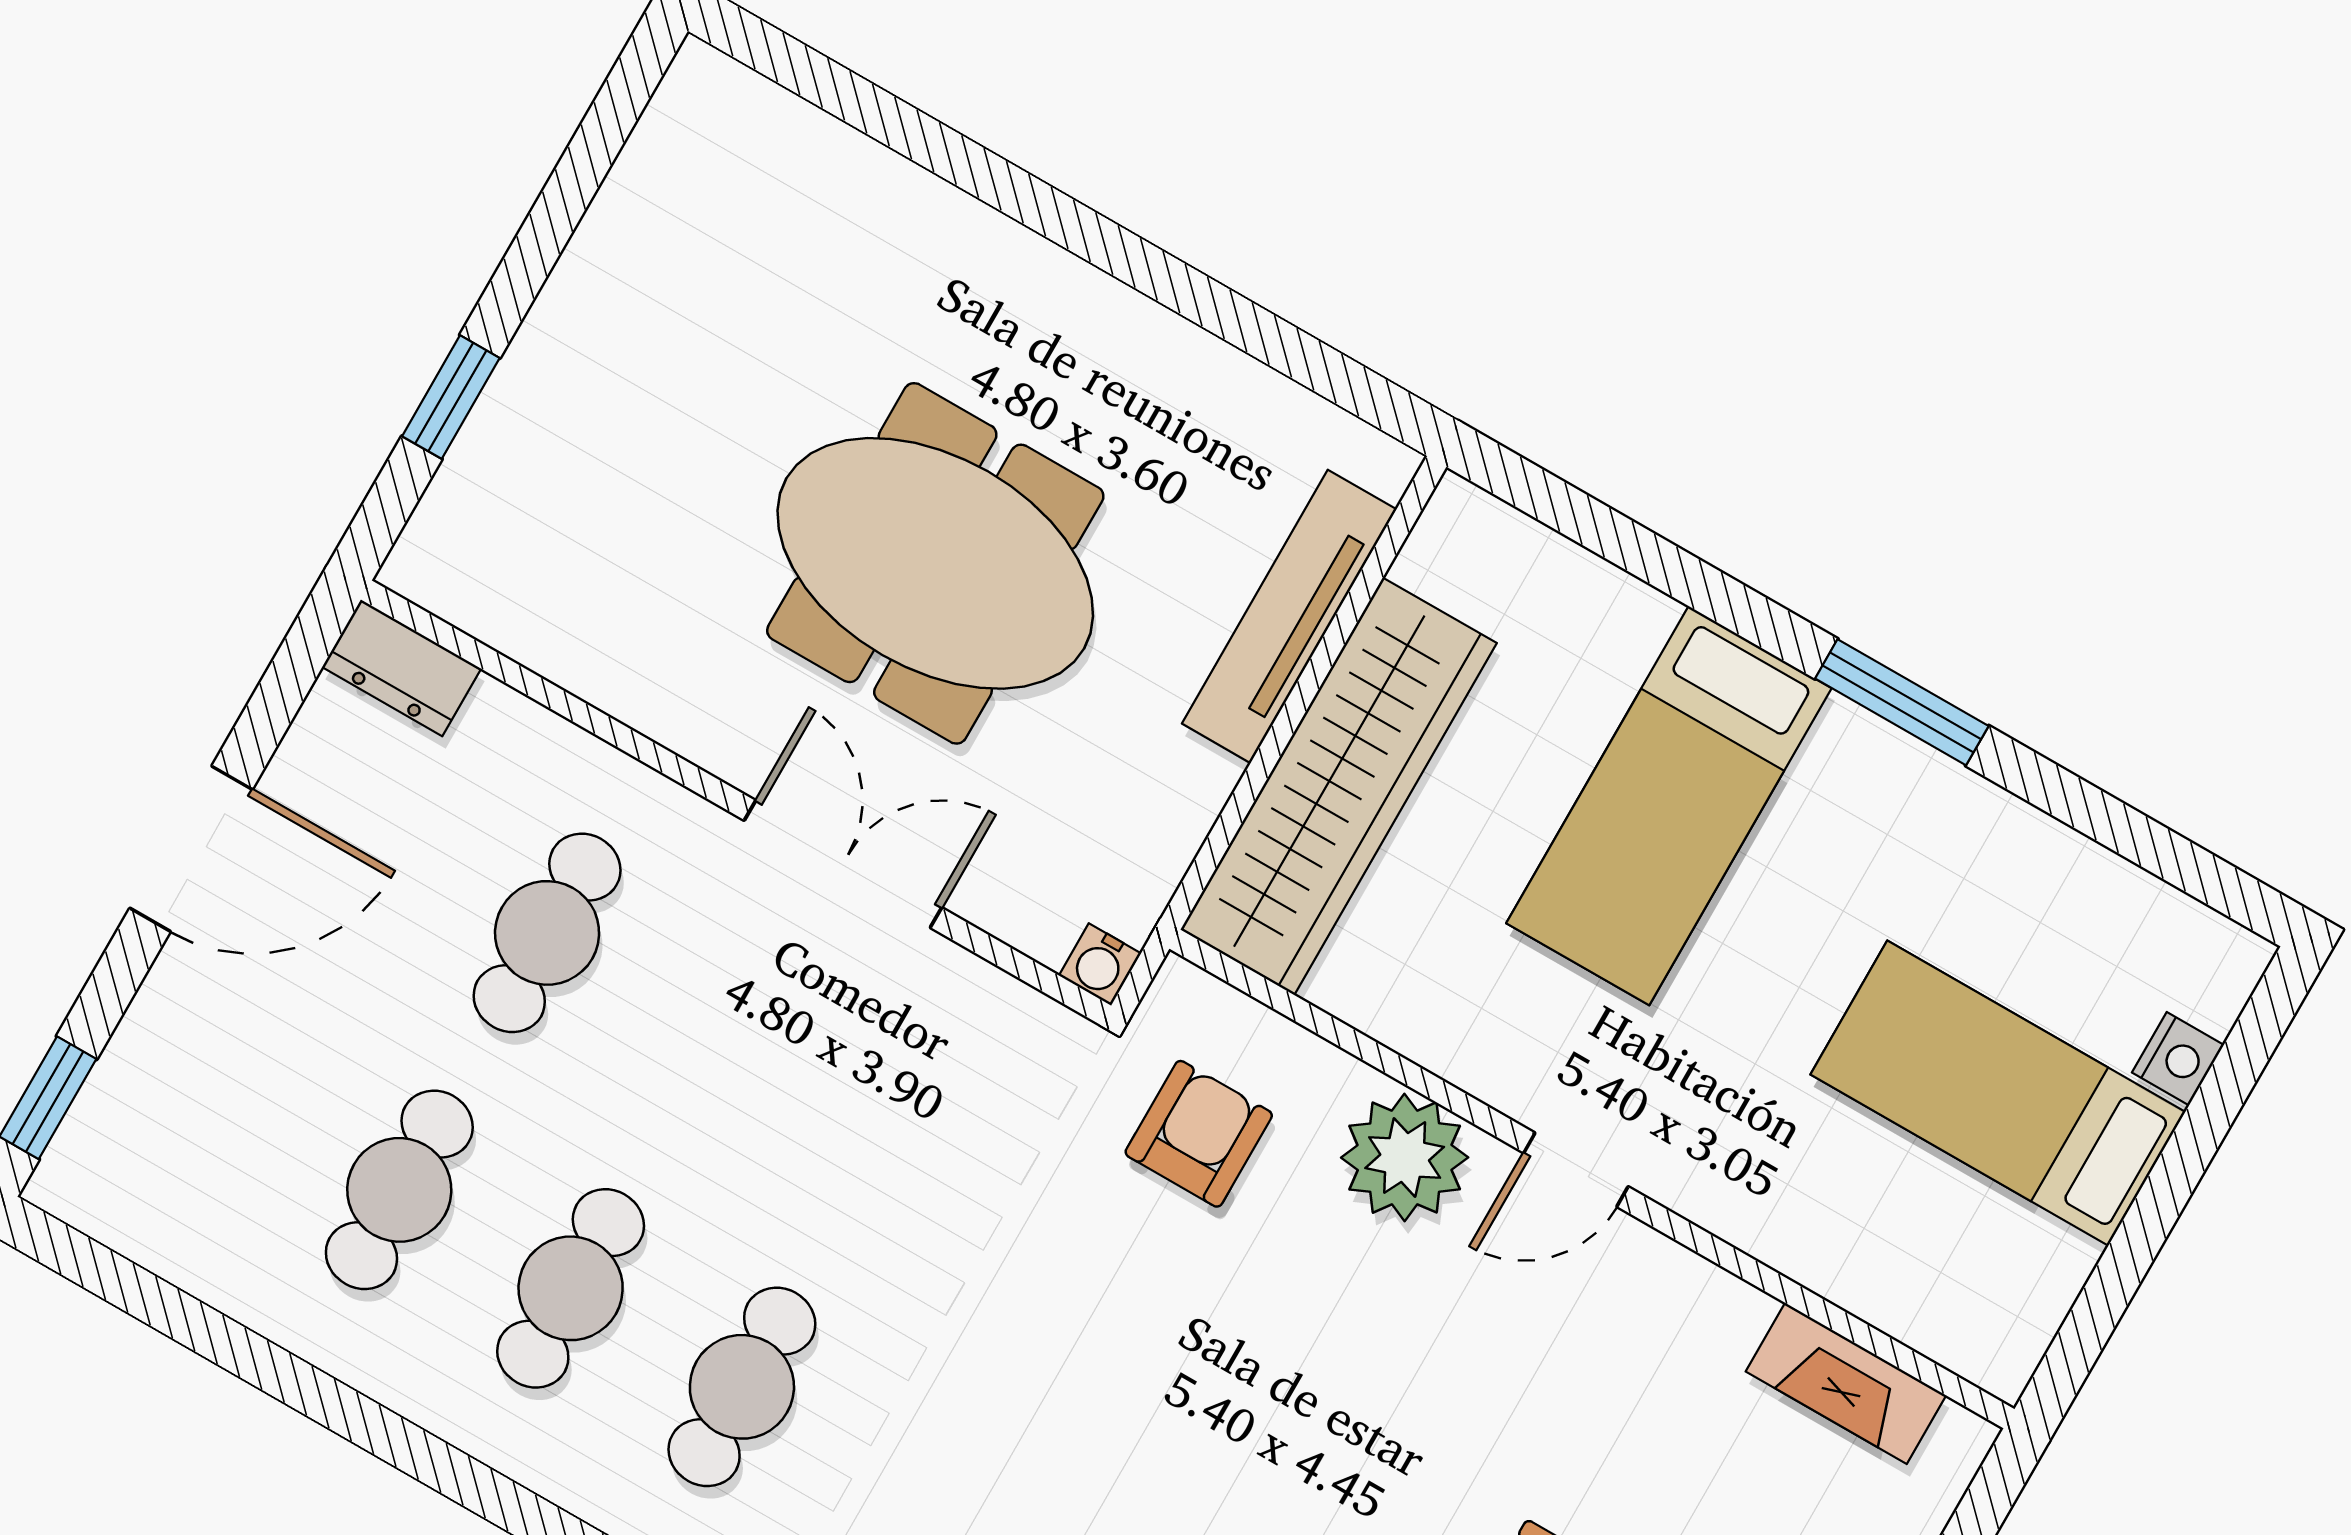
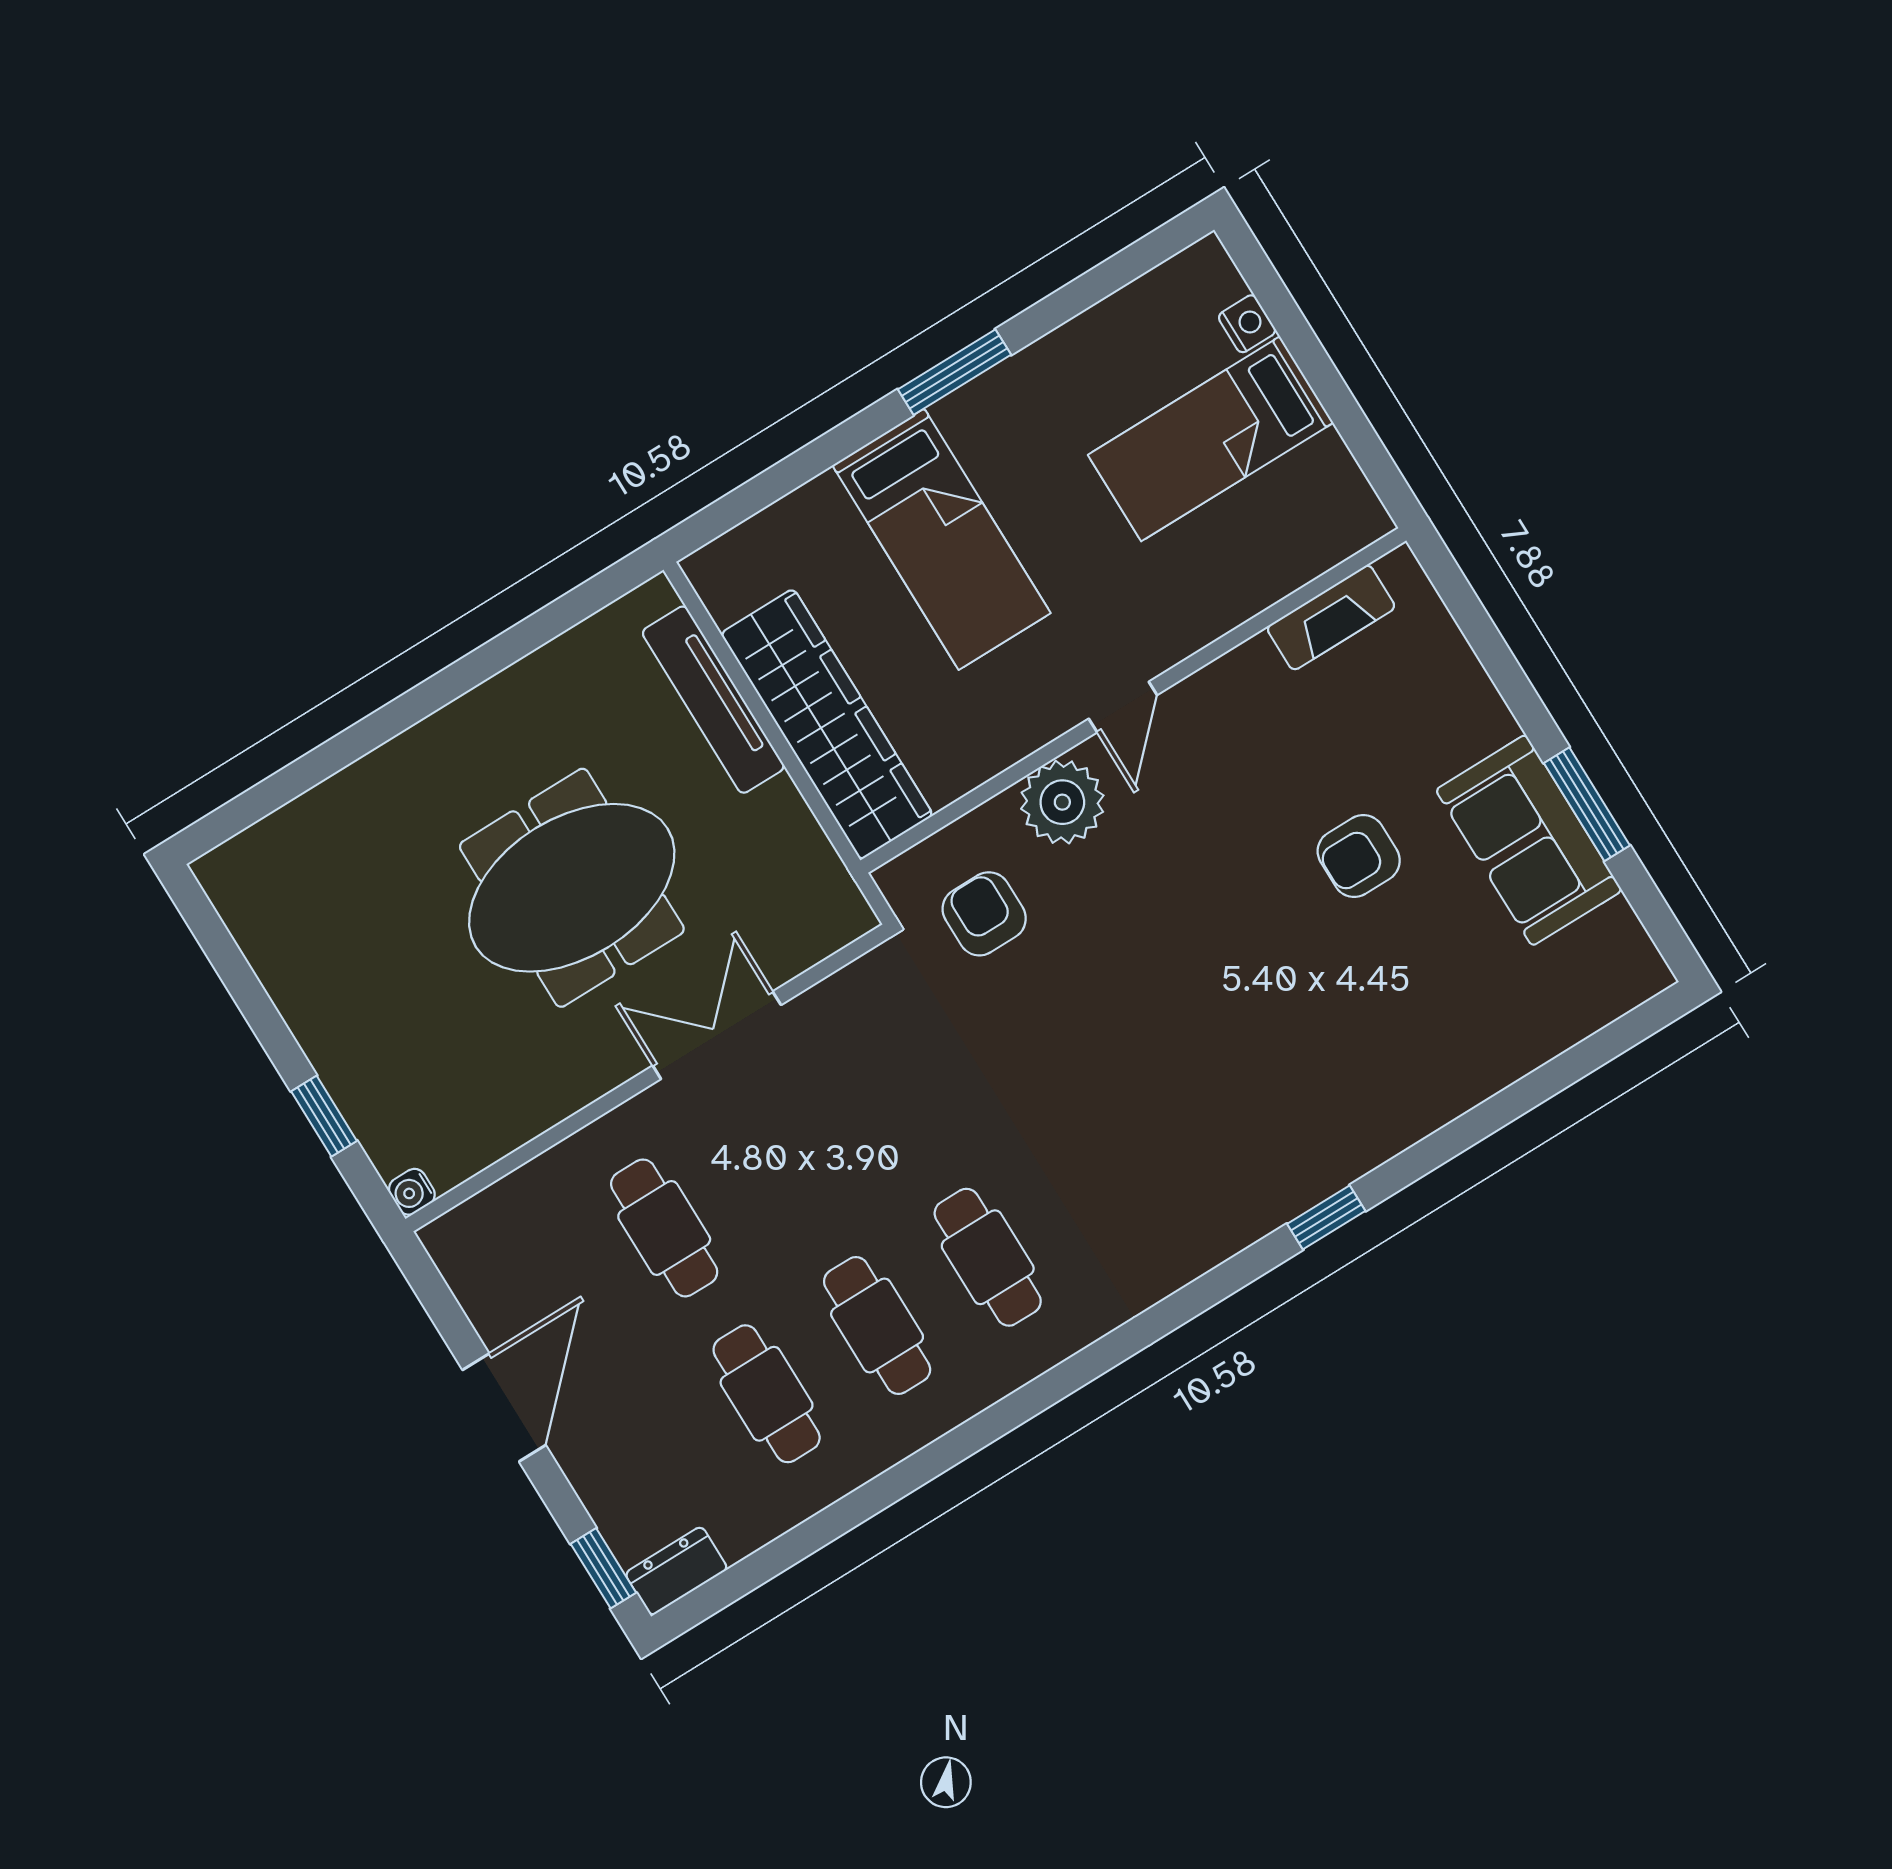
dresser: (402, 668) -> (676, 1571), moved, turned 180
water cooler: (1100, 964) -> (412, 1192), moved, turned 90

